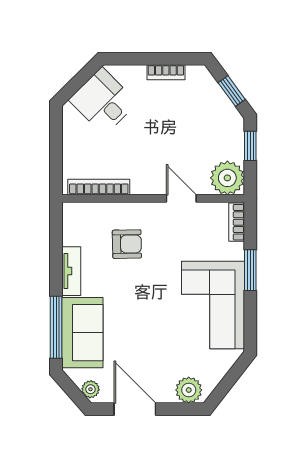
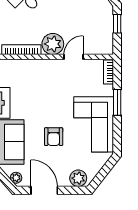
plant: (227, 178) -> (53, 44), moved
door: (181, 198) -> (74, 57), hinge flipped
armchair: (127, 244) -> (54, 137), moved, turned 91

